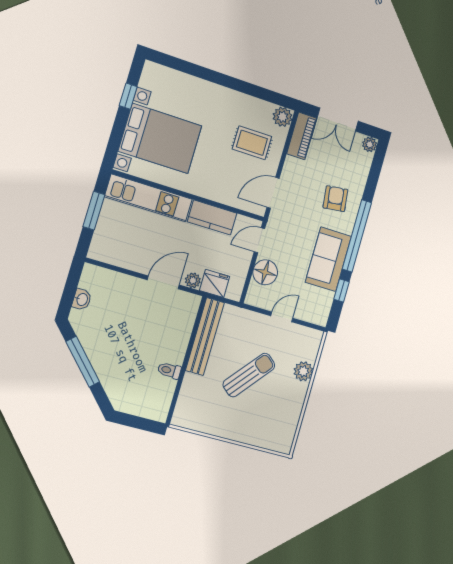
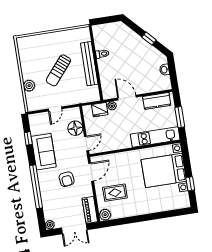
double door: (338, 120) -> (74, 229), swing flipped
armchair: (335, 199) -> (67, 179), moved
kitchen counter: (212, 217) -> (157, 101), moved, turned 180
window: (357, 236) -> (36, 187), moved
door: (163, 282) -> (127, 98), swing flipped
bench: (205, 336) -> (89, 64), moved
window: (83, 362) -> (149, 39), width x0.46

